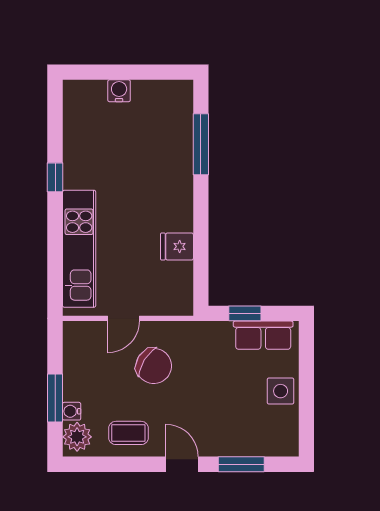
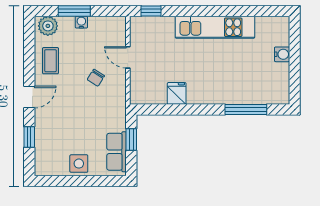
window: (55, 177) -> (151, 11), moved
kitchen unit: (79, 249) -> (215, 27), moved
chair: (154, 366) -> (96, 78), width x0.54, depth x0.54
water cooler: (72, 411) -> (81, 22), moved
window: (241, 464) -> (29, 137), width x0.67

